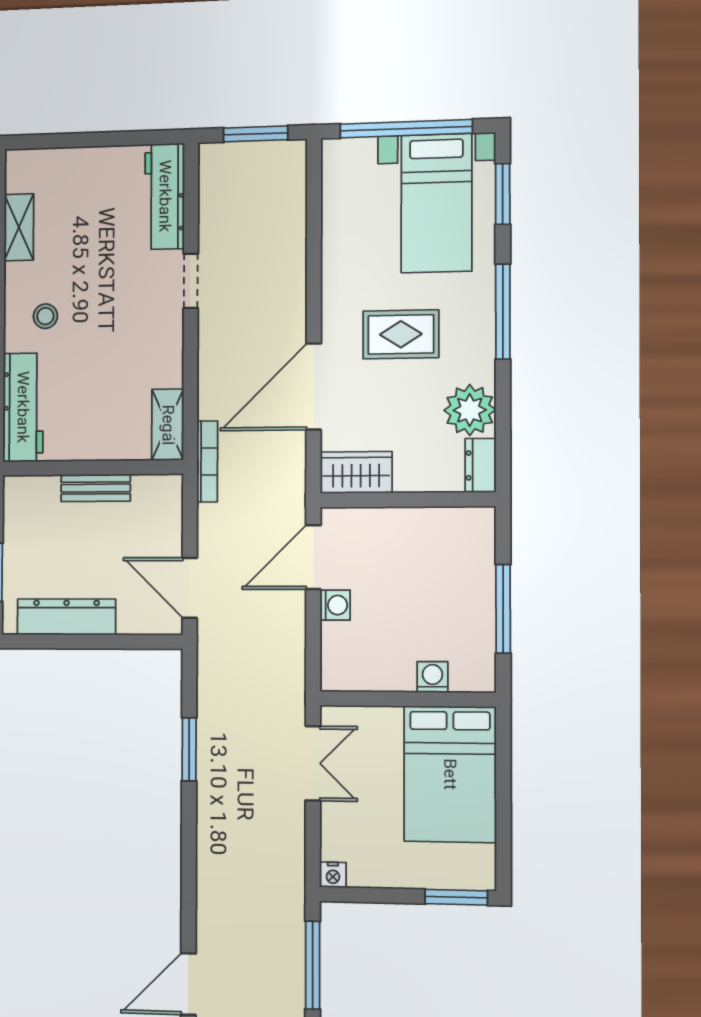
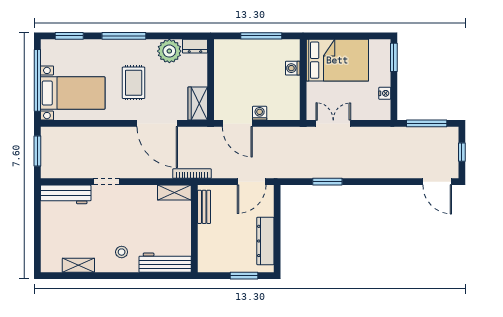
bed with nightstands: (436, 203) -> (73, 93), moved
bench: (96, 488) -> (204, 207), moved
nightstand: (333, 875) -> (385, 93), moved

